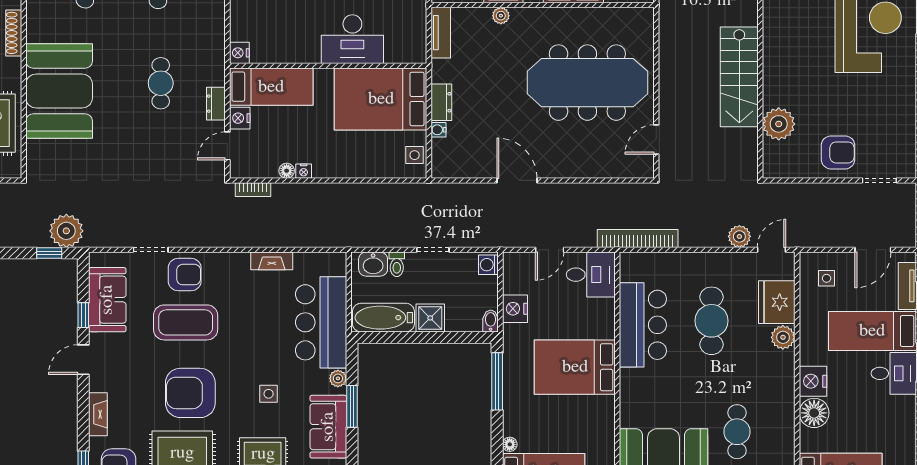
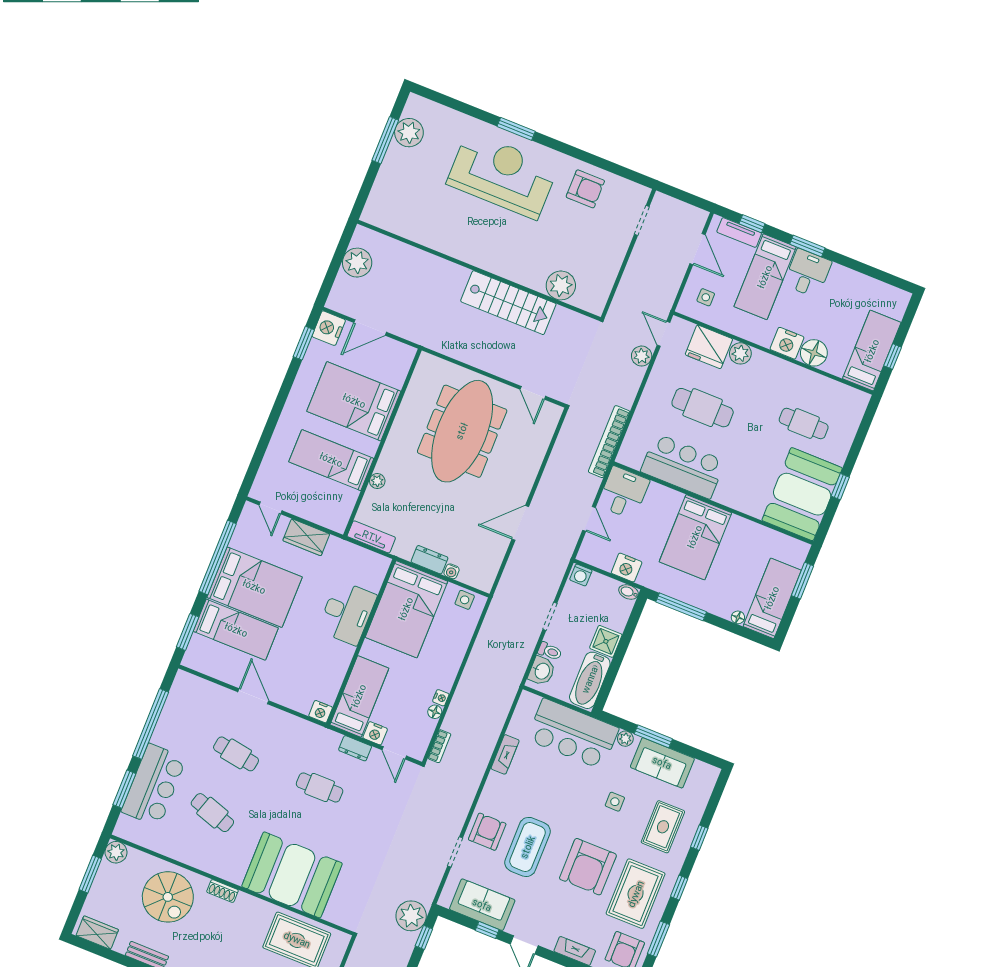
shoe rack: (14, 33) -> (222, 891), width x0.70
armchair: (838, 152) -> (585, 189), moved, turned 90

